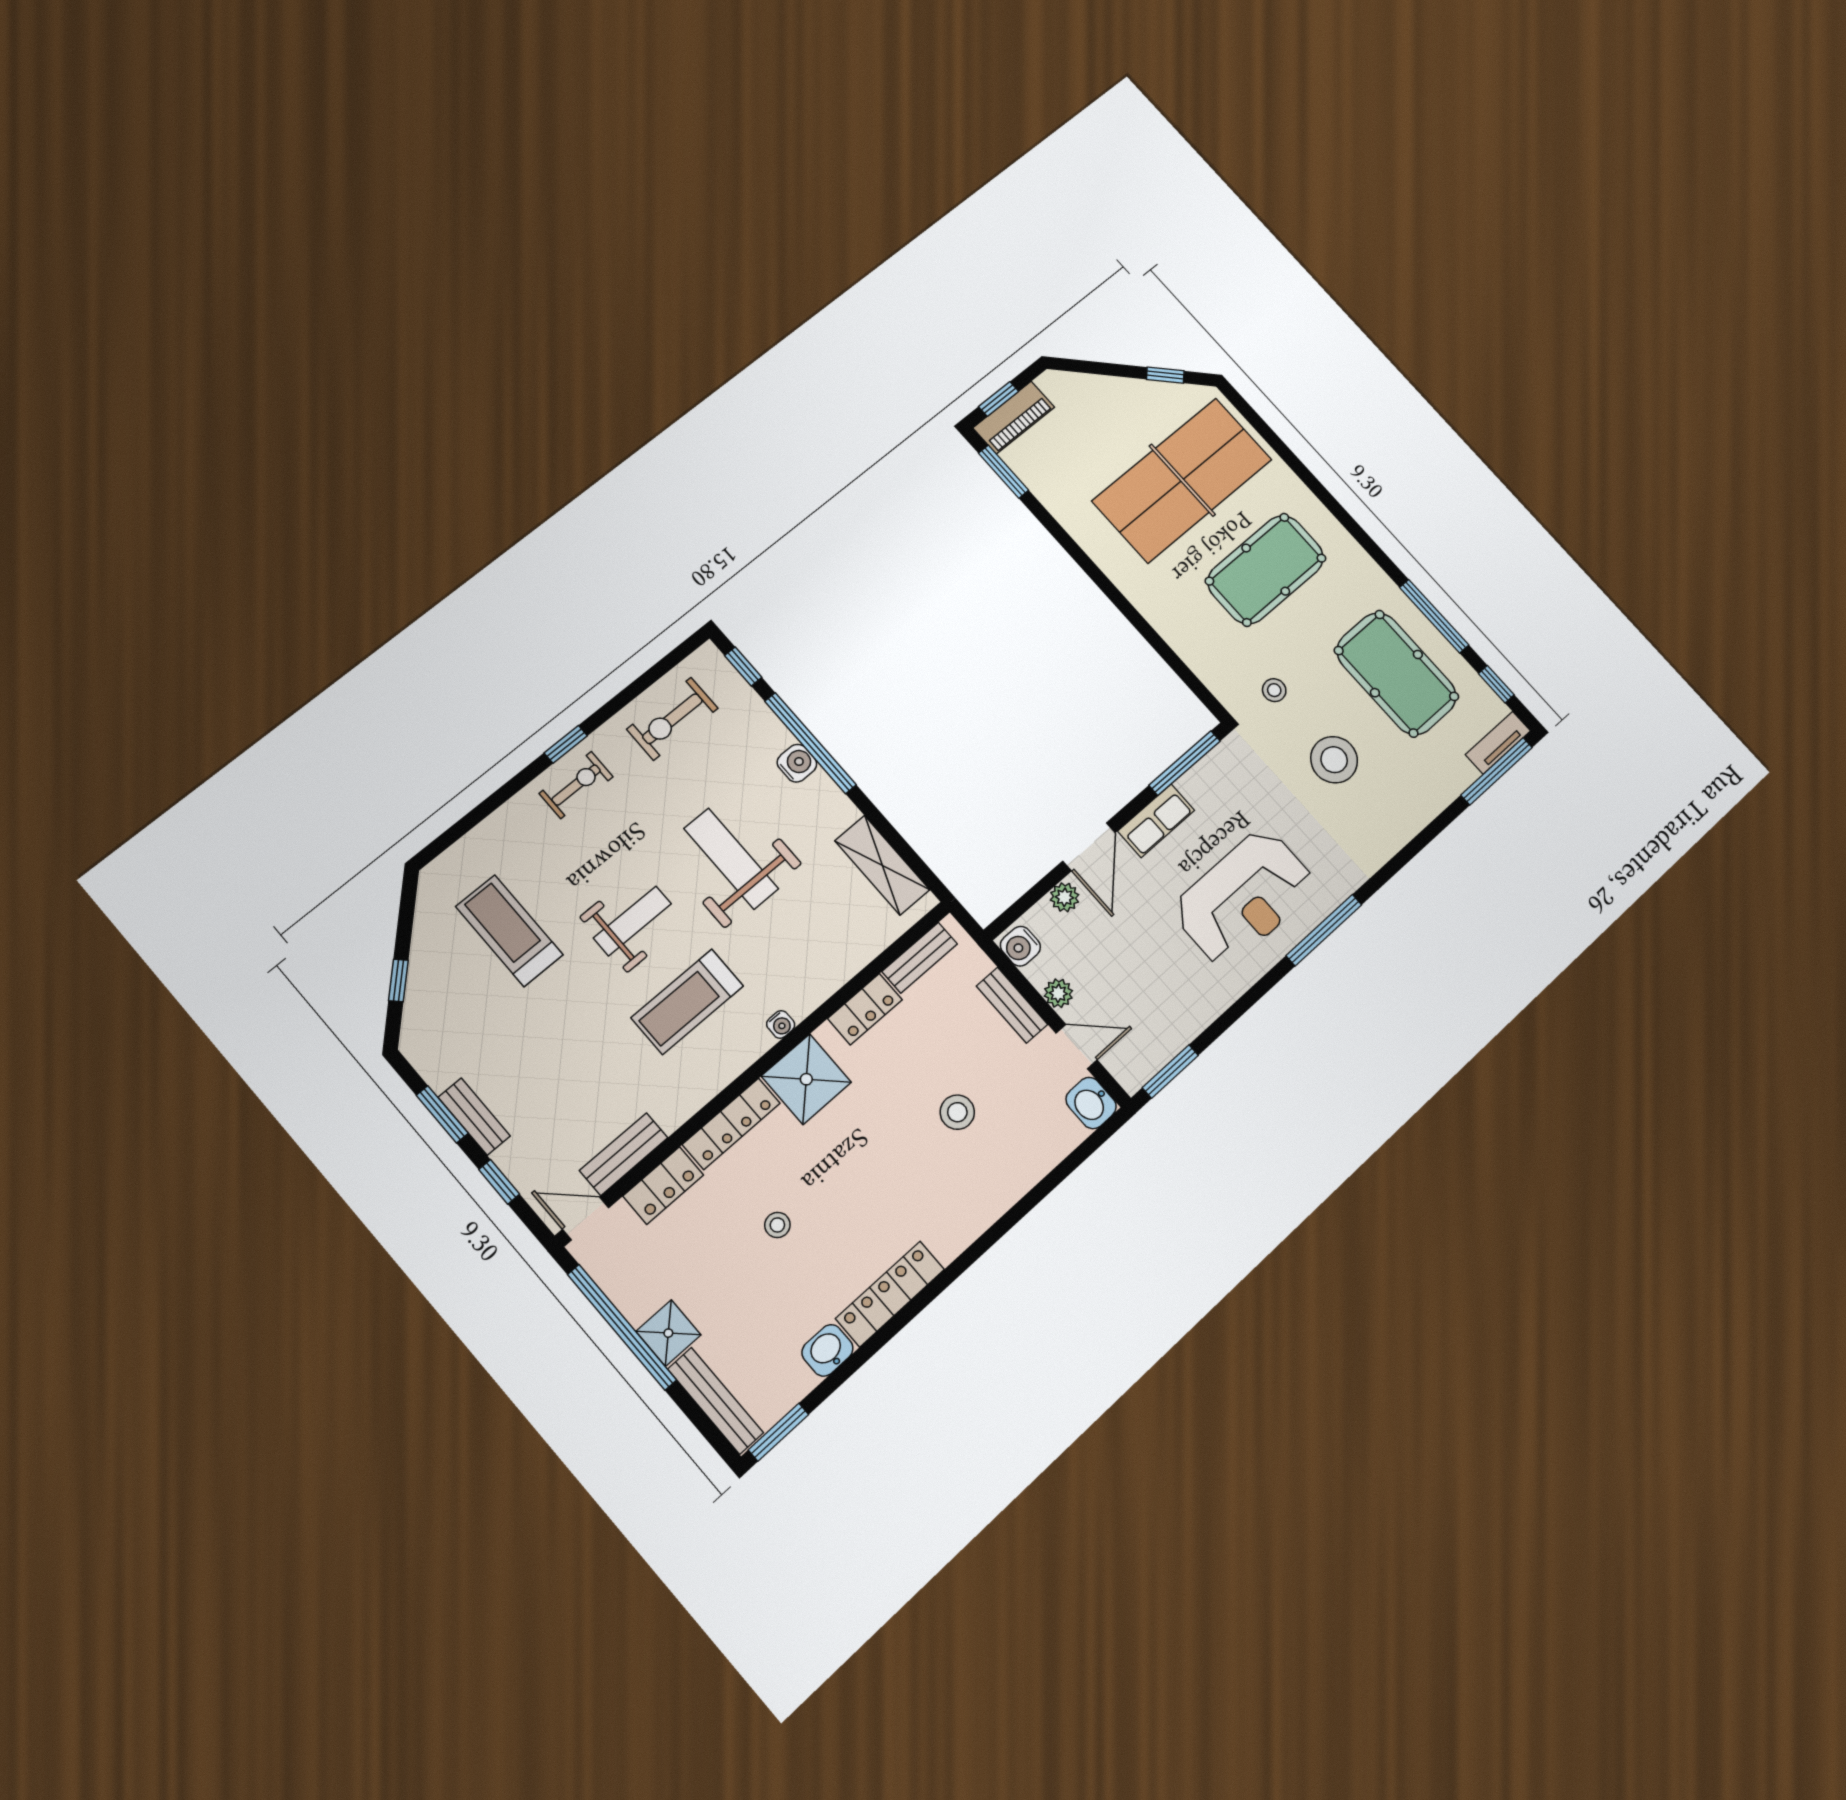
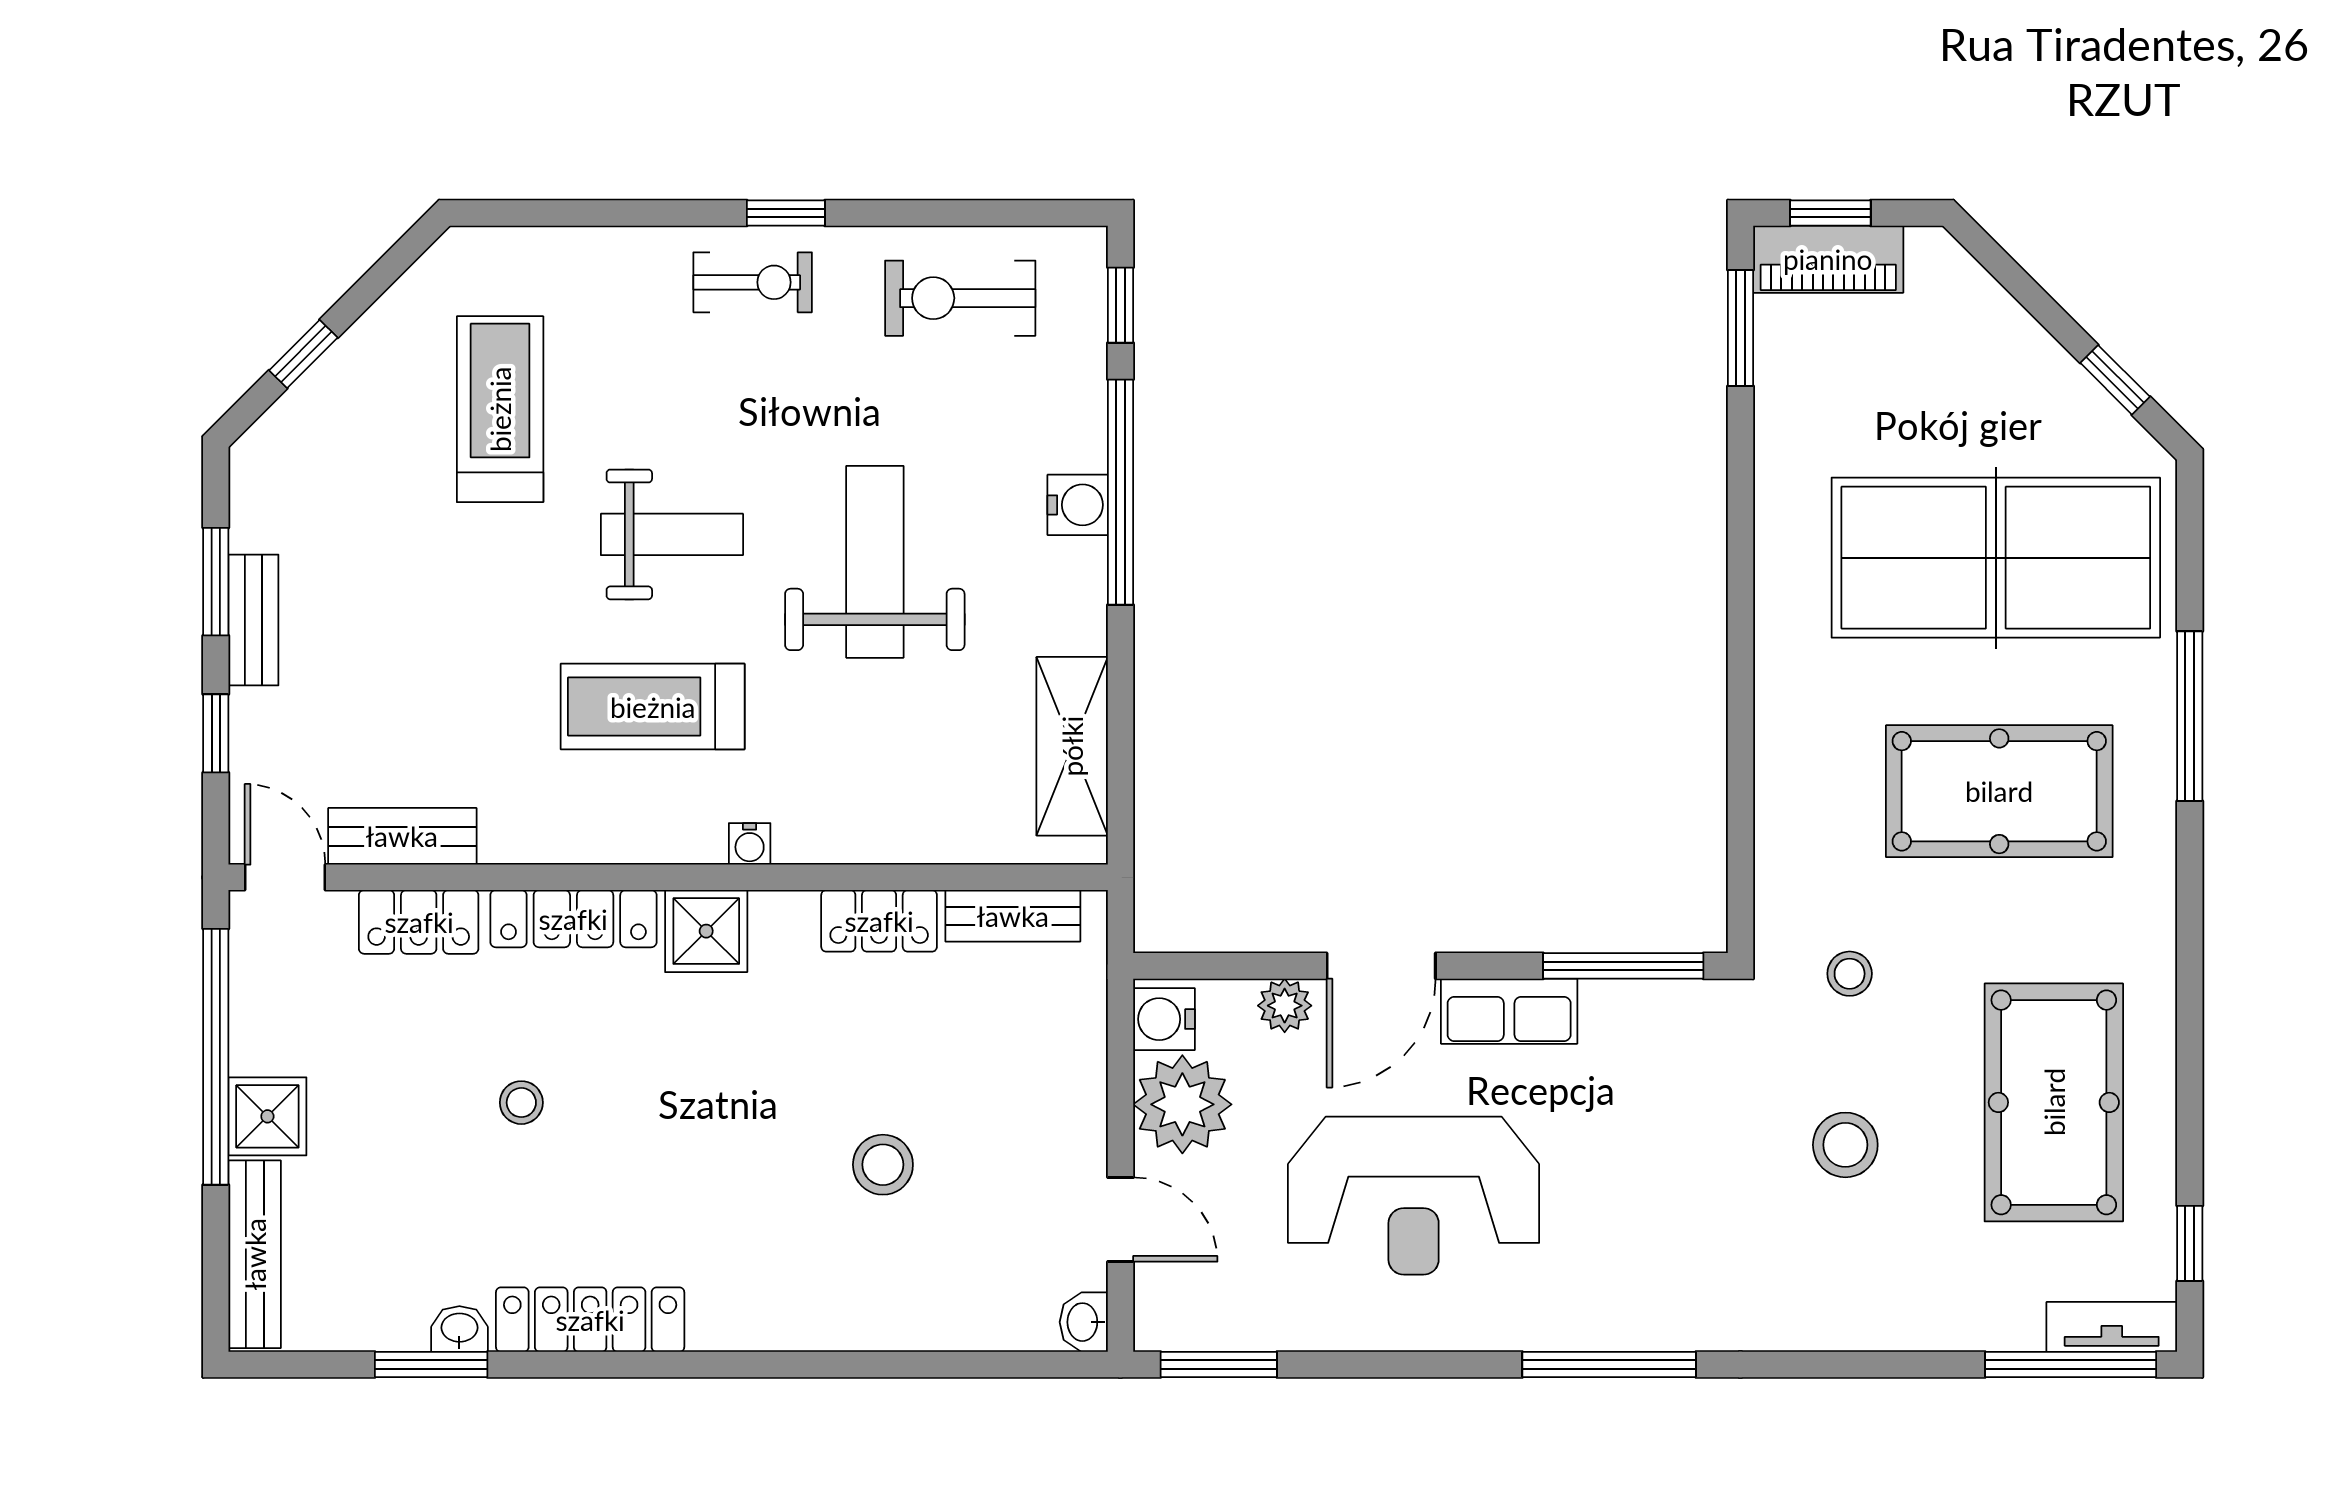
window: (1434, 616) -> (2190, 716), moved
stool: (1334, 760) -> (1845, 1145), width x0.73, depth x0.73
reception desk: (1244, 897) -> (1414, 1196), moved
plant: (1058, 993) -> (1182, 1104), width x1.88, depth x1.88
bench: (1012, 1005) -> (1082, 1088), removed
shower: (806, 1079) -> (706, 931), width x0.73, depth x0.73
washbasin: (1091, 1103) -> (1084, 1322), width x0.72, depth x0.69
washbasin: (827, 1350) -> (459, 1329), width x0.72, depth x0.69
window: (779, 1432) -> (431, 1364), moved

